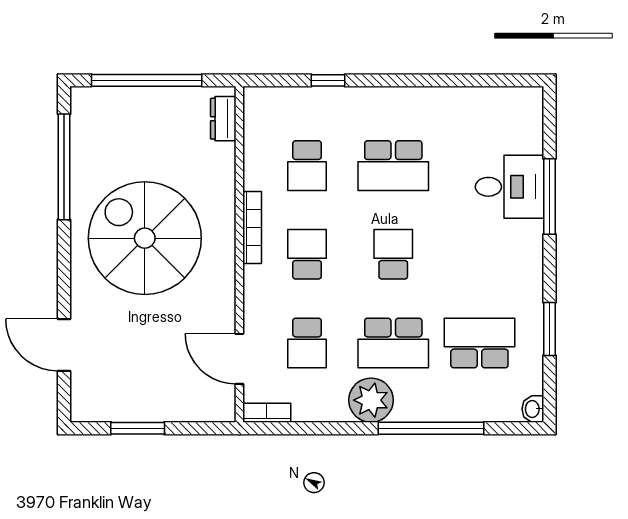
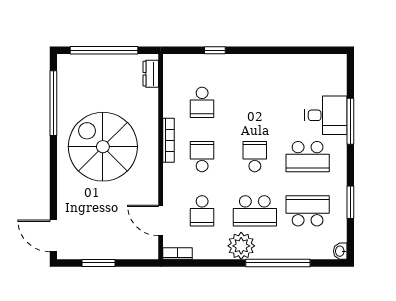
school desk: (393, 166) -> (308, 157), moved
door: (64, 345) -> (53, 236), moved

